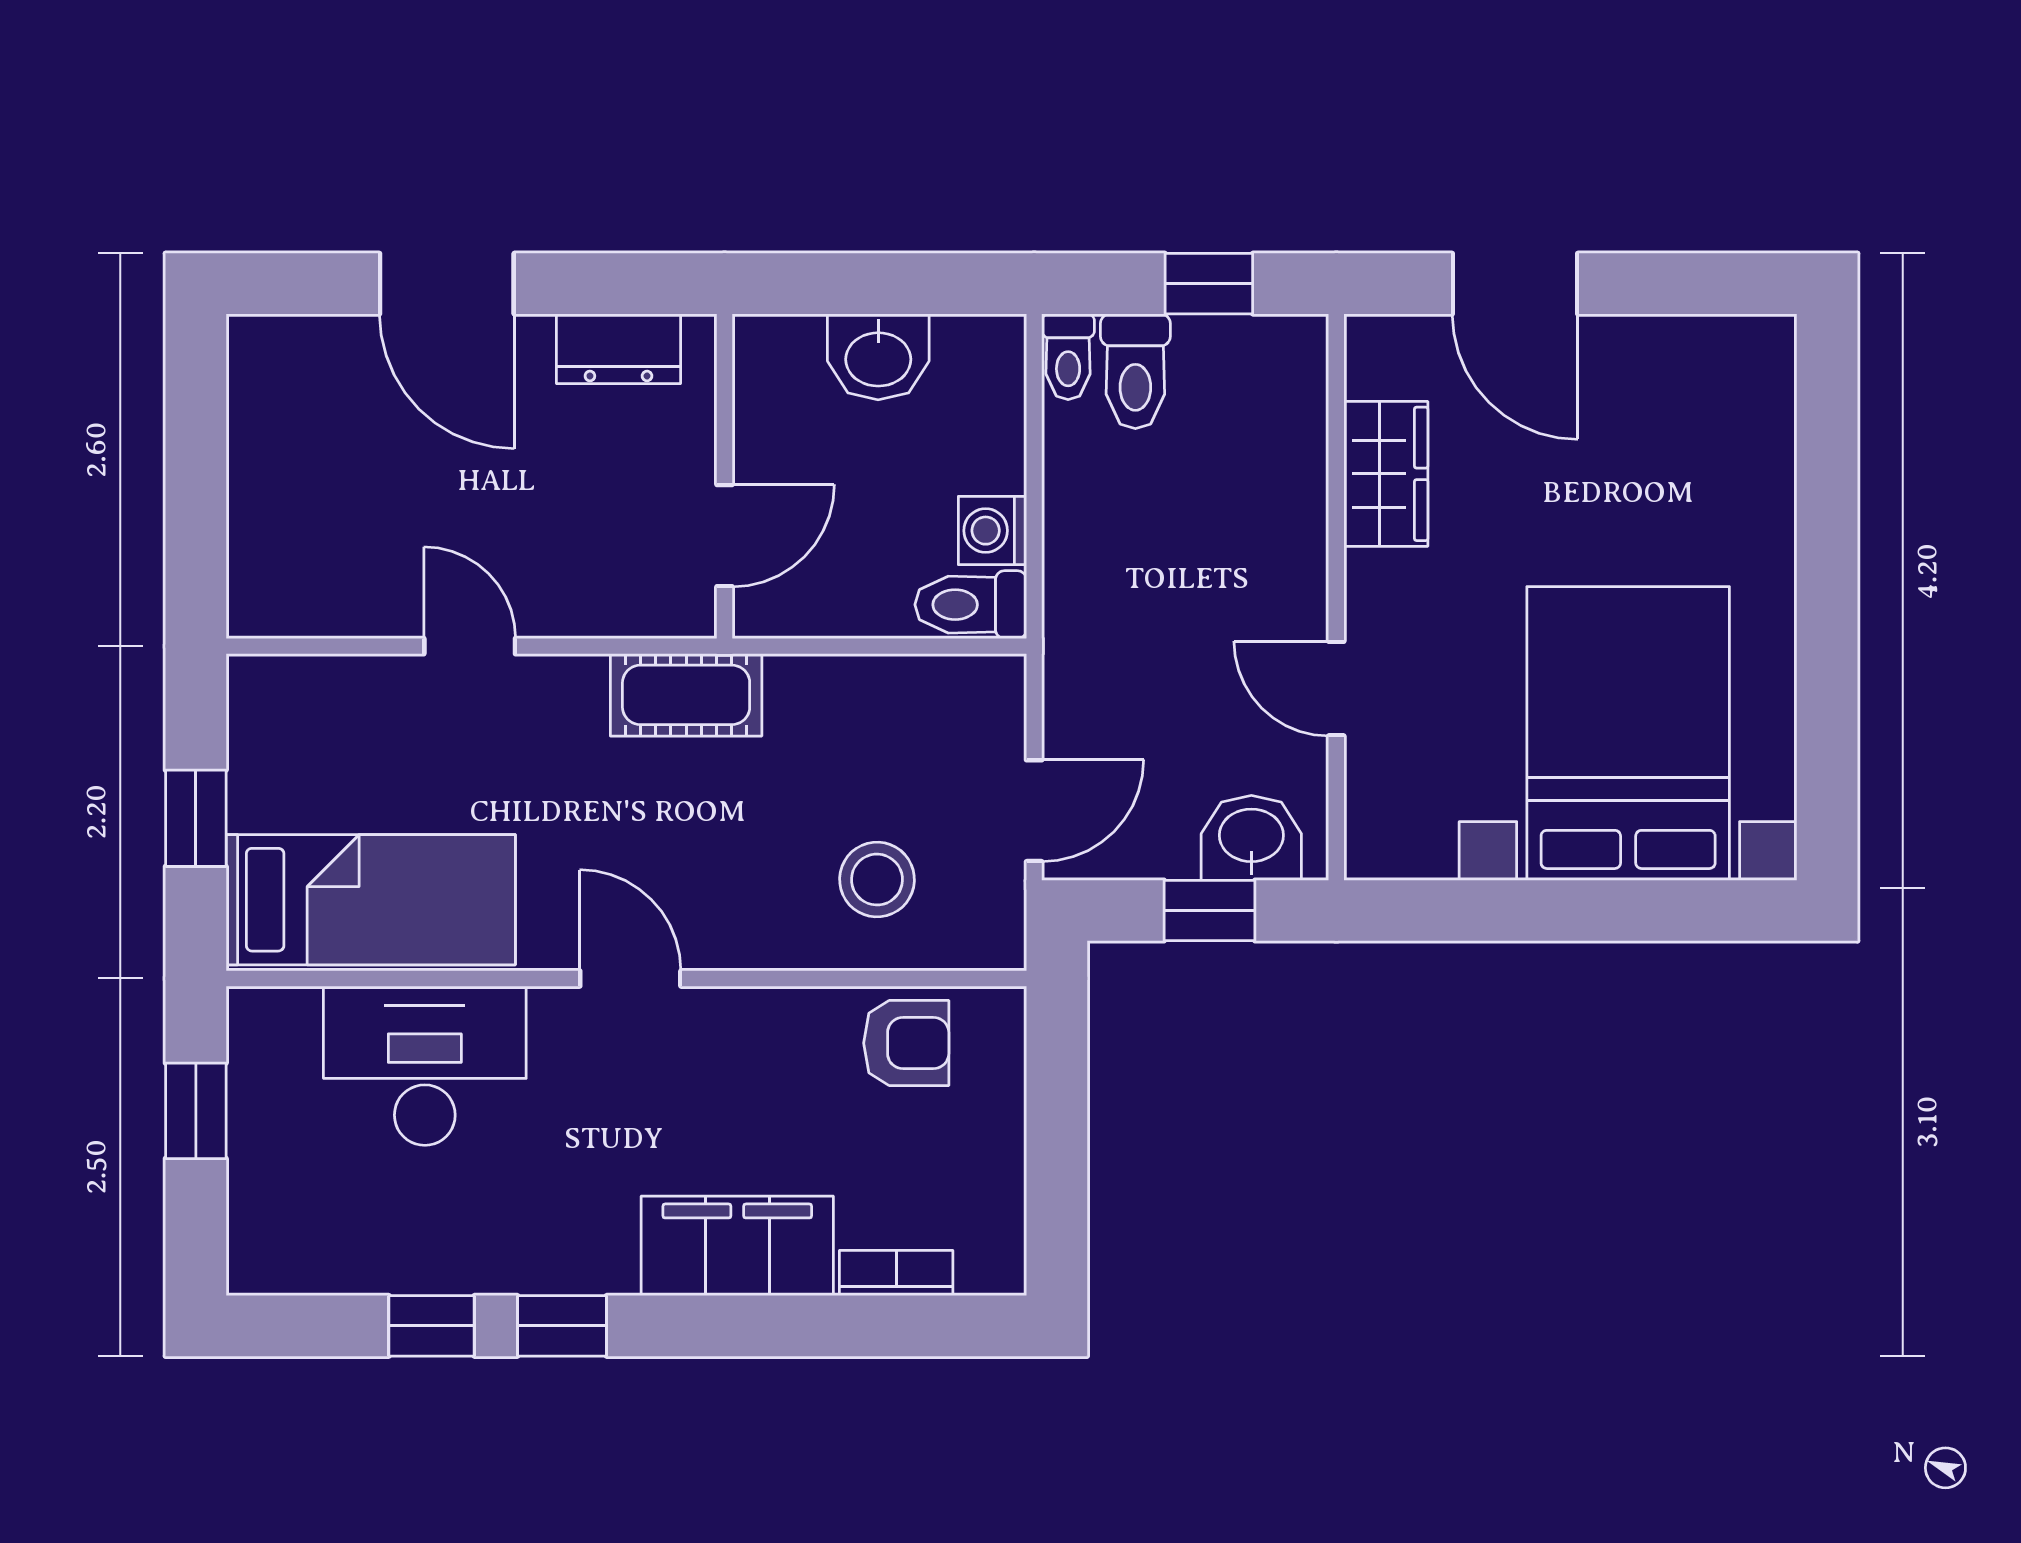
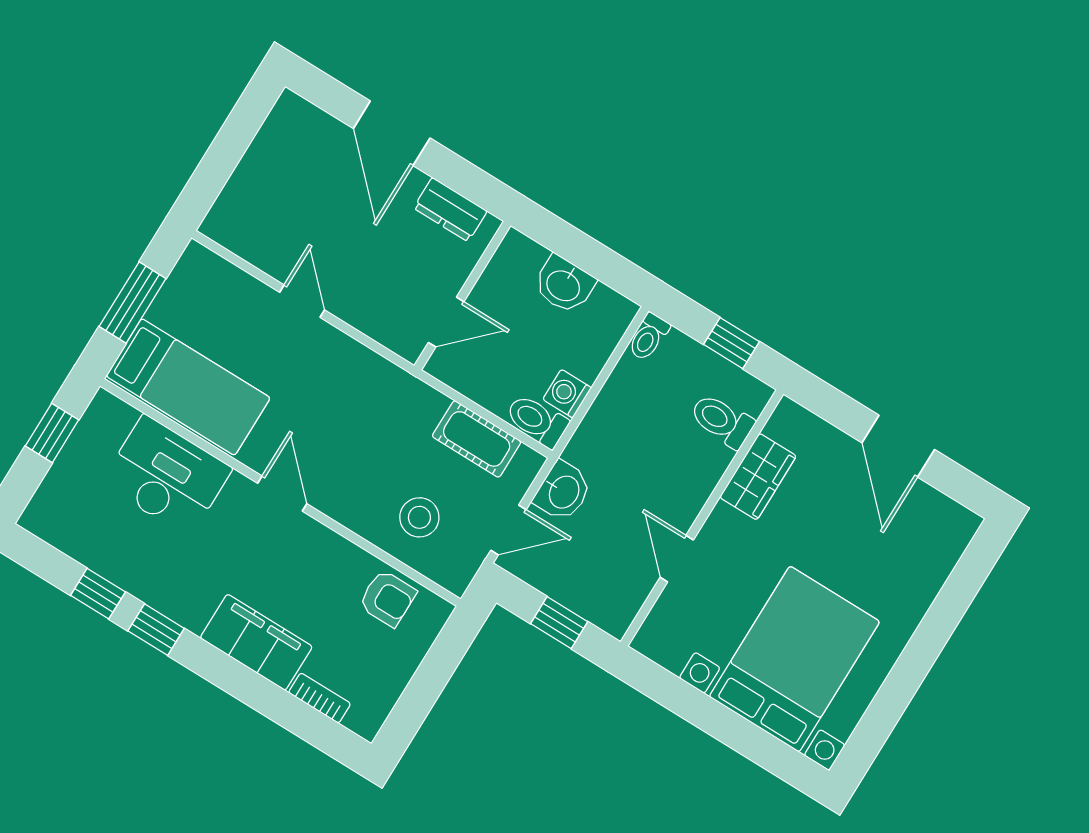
door: (1515, 284) -> (898, 446), moved
toilet: (1135, 371) -> (722, 421), moved, turned 90
cot: (686, 695) -> (477, 439), moved
window: (196, 818) -> (133, 302), width x1.50
washbasin: (1251, 838) -> (563, 491), moved, turned 90

